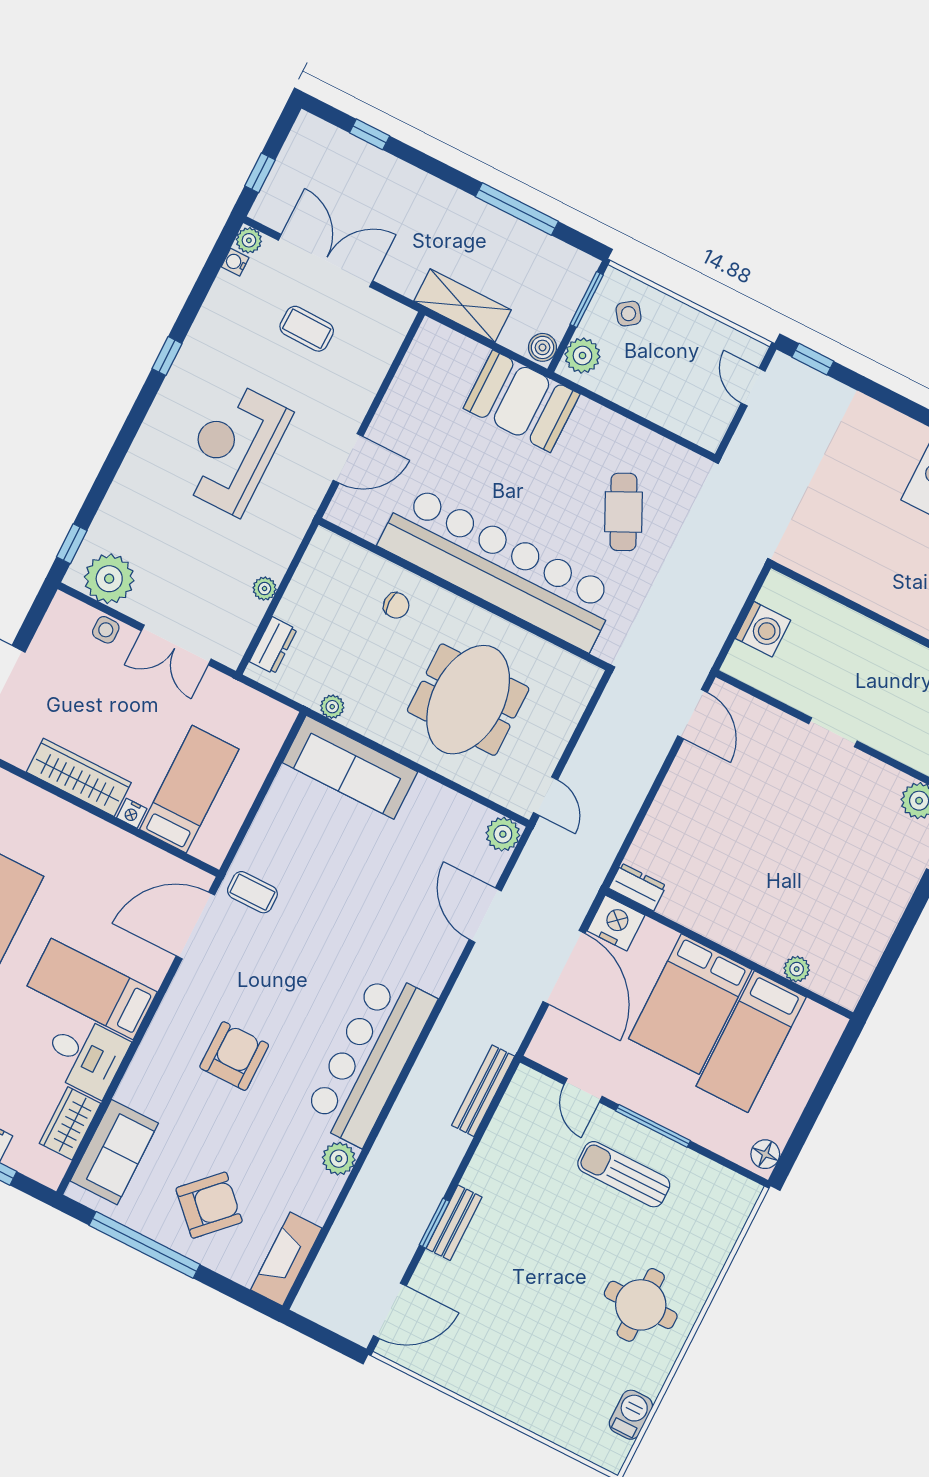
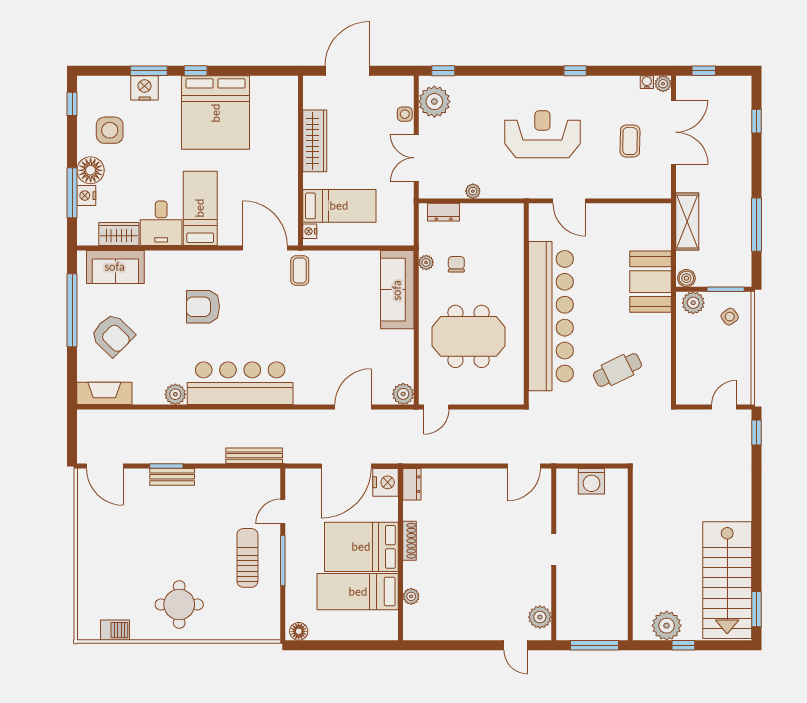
chair: (396, 605) -> (456, 264), moved, turned 180
nightstand: (132, 813) -> (310, 231), moved
shoe rack: (716, 931) -> (410, 541), added
armchair: (234, 1056) -> (203, 307), turned 180

